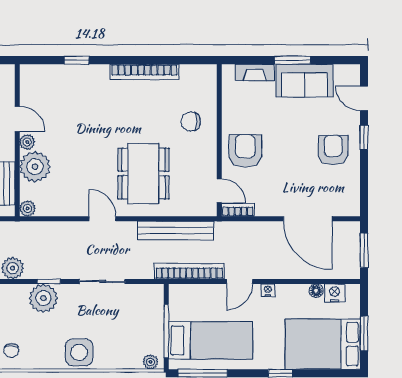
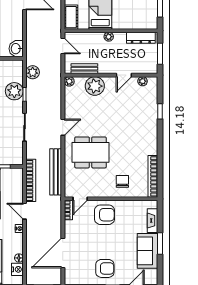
bookcase: (144, 72) -> (153, 176), moved
plant: (27, 142) -> (143, 81), moved

